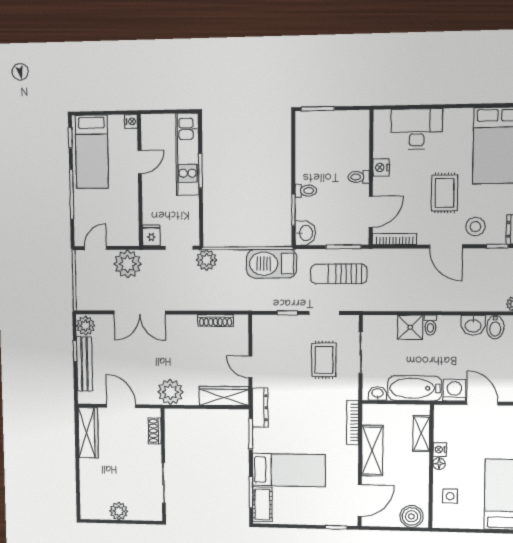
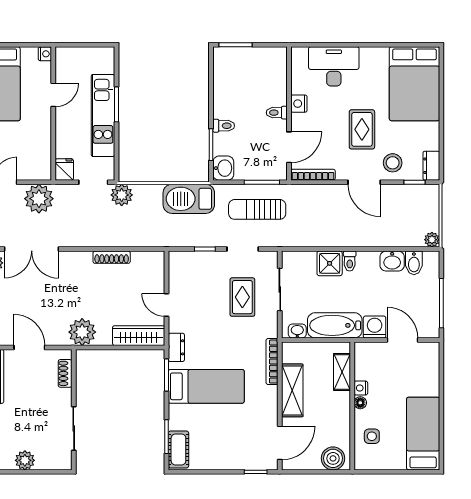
kitchen unit: (187, 154) -> (103, 115), moved
double door: (140, 313) -> (32, 249), moved
shoe rack: (215, 321) -> (112, 257), moved
dresser: (260, 408) -> (176, 347), width x0.70
bed: (289, 470) -> (206, 386), moved

